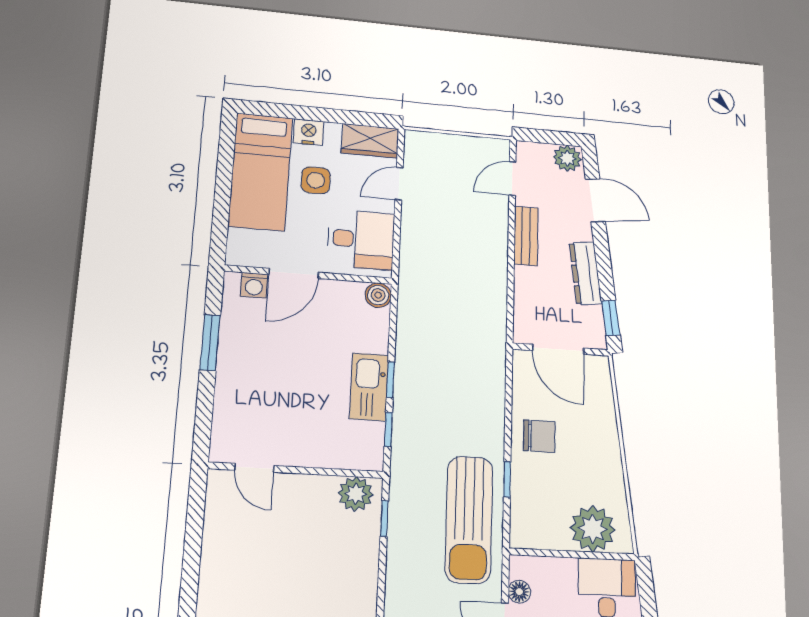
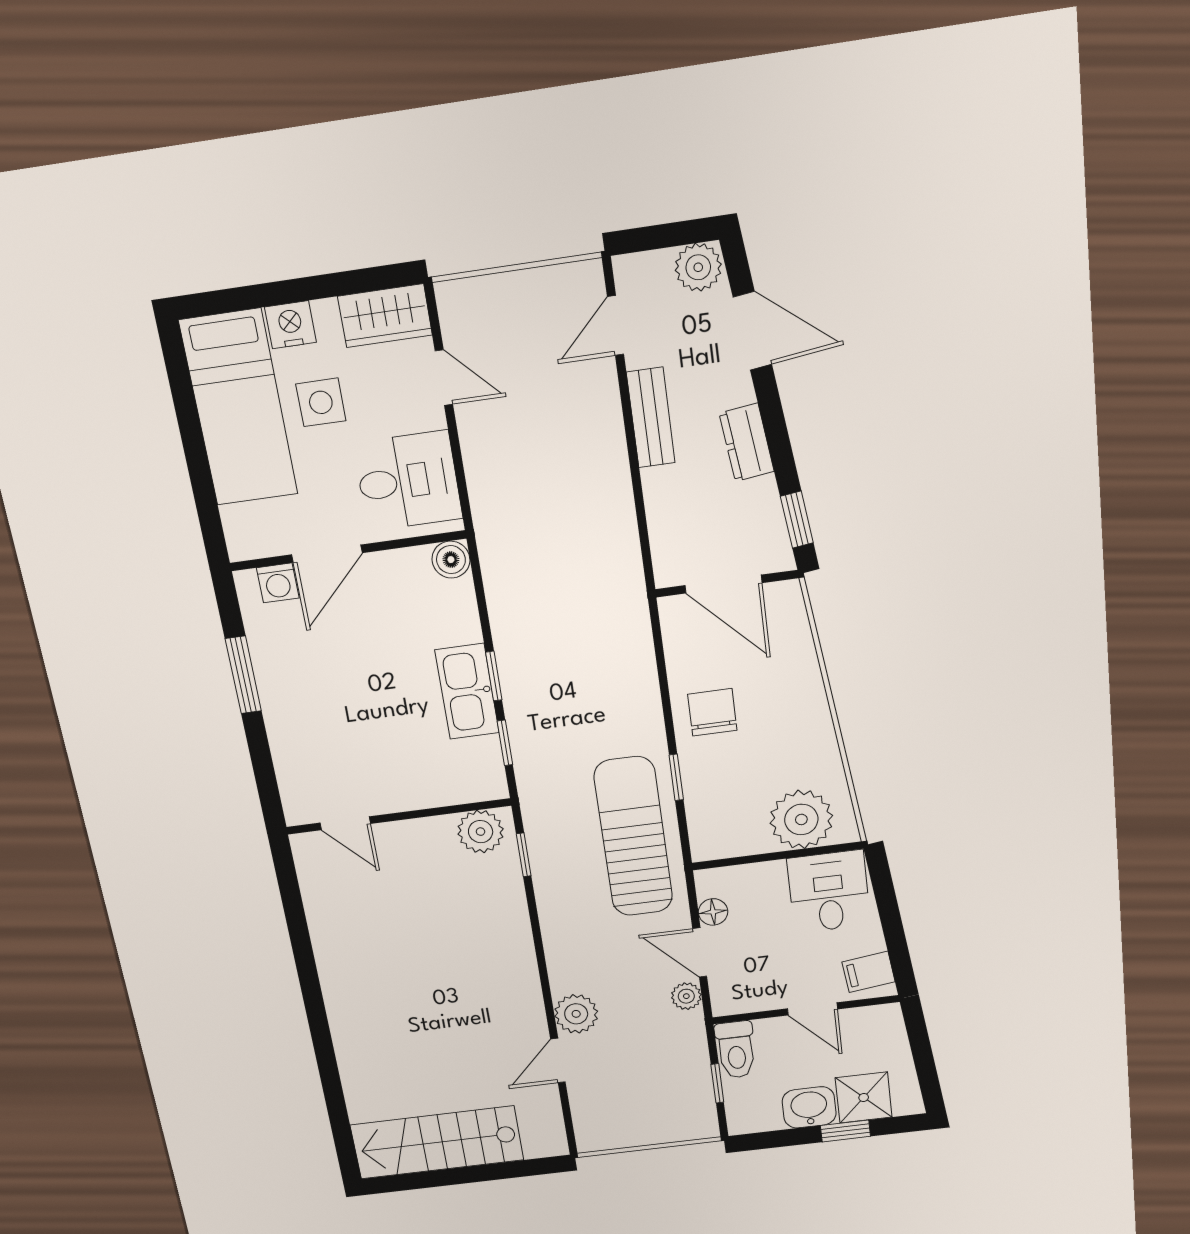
door: (399, 184) -> (444, 378), swing flipped
dresser: (585, 273) -> (747, 442), width x0.70
chair: (539, 436) -> (712, 712), turned -90
sun lounger: (469, 519) -> (633, 837), turned 180

